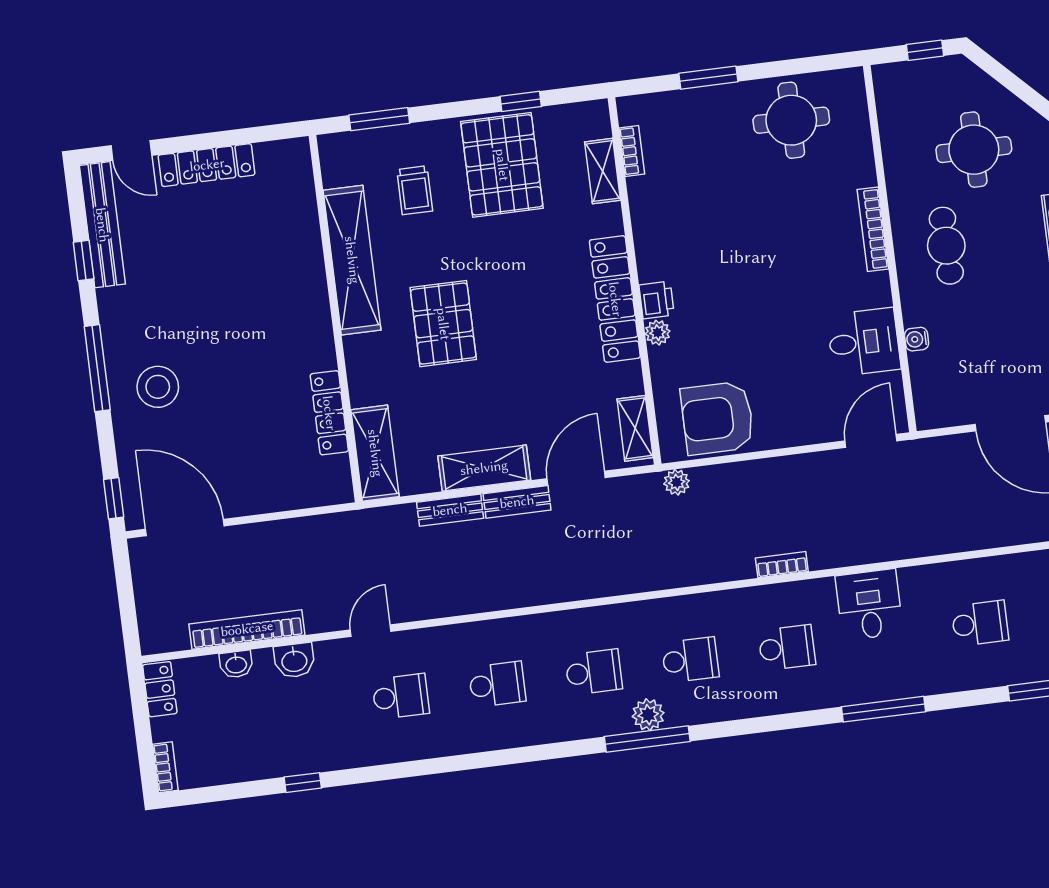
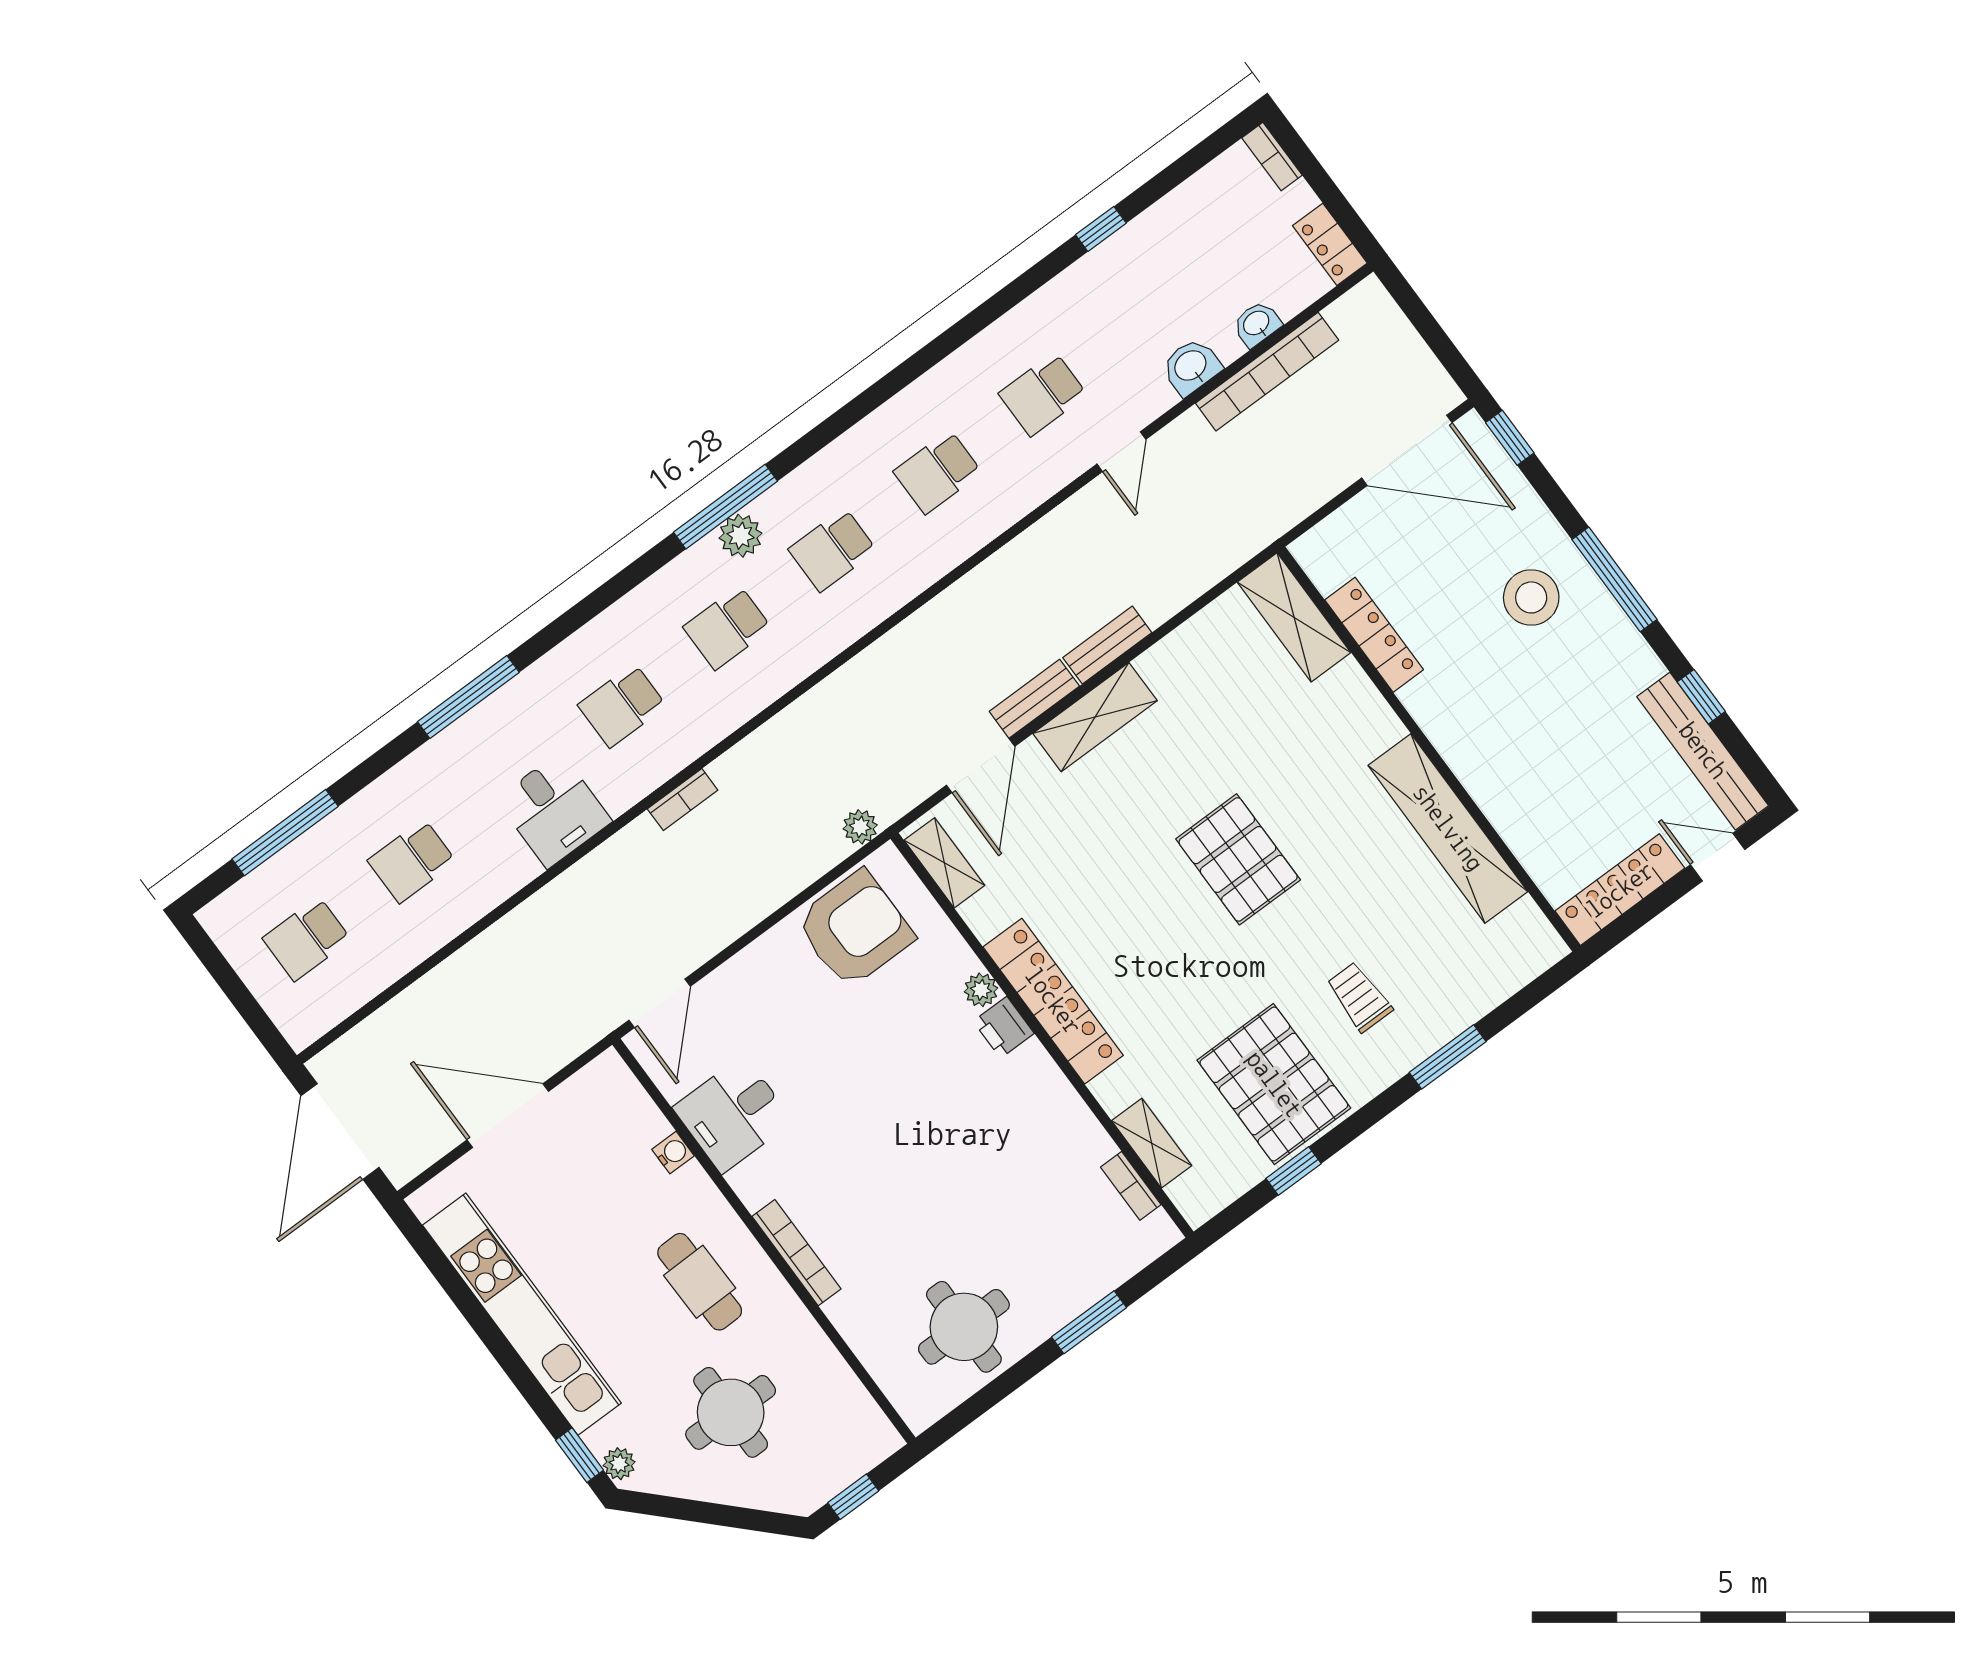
shelving: (352, 260) -> (1448, 828), moved
wall: (335, 319) -> (1429, 749), moved
locker: (329, 413) -> (1374, 635), moved
shelving: (375, 453) -> (1294, 617), moved

